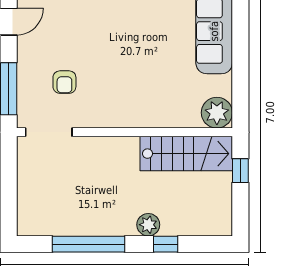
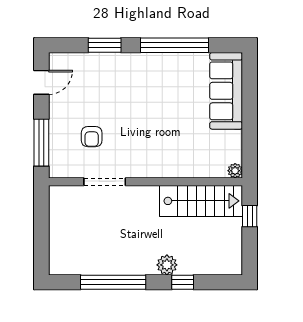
plant: (217, 113) -> (235, 171), width x0.53, depth x0.53
doorway: (49, 132) -> (105, 182), moved

